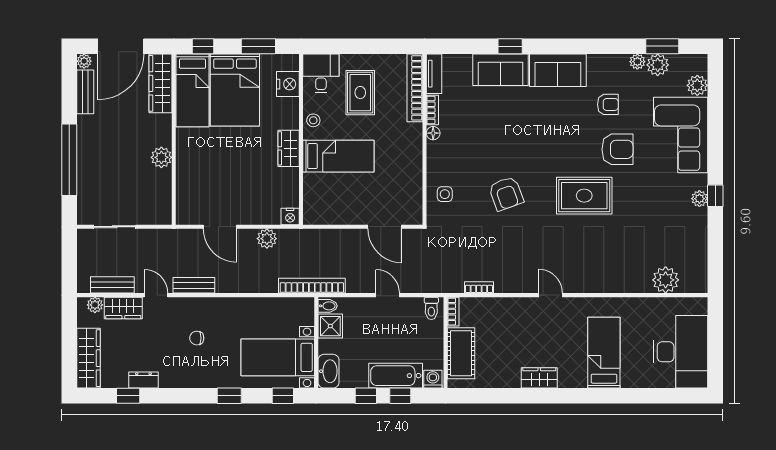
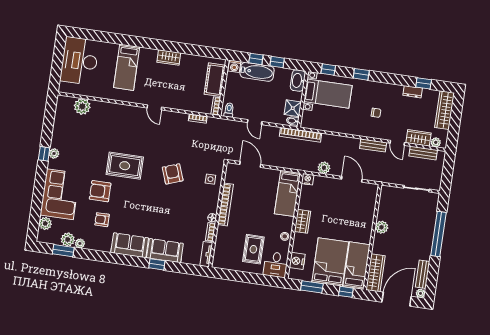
bookcase: (415, 88) -> (226, 204), moved
bed: (338, 156) -> (287, 193), moved, turned -90

